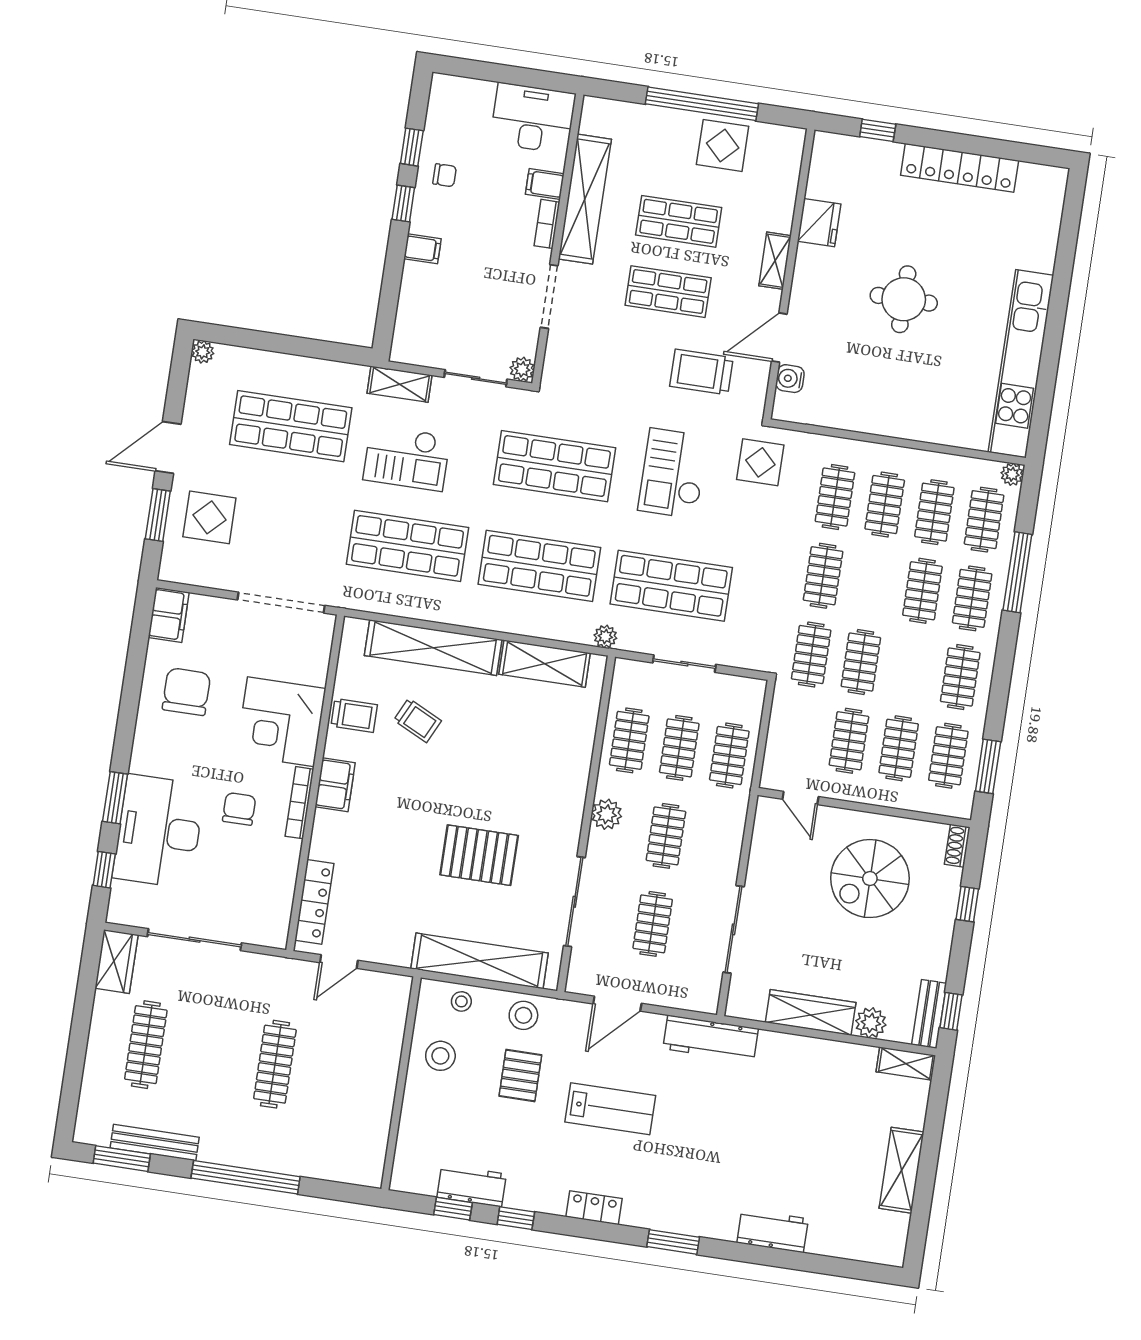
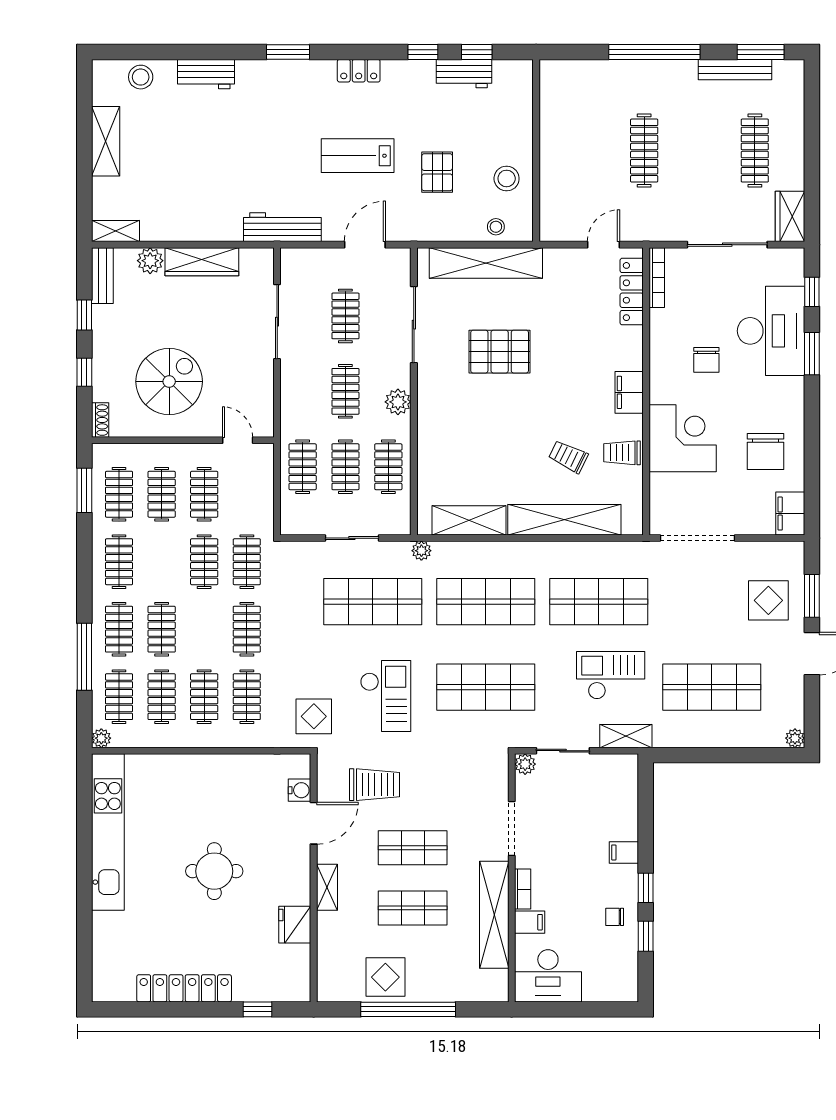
bookcase: (299, 803) -> (657, 278), moved
window: (951, 1011) -> (84, 315), moved
stool: (523, 1015) -> (141, 77), moved

